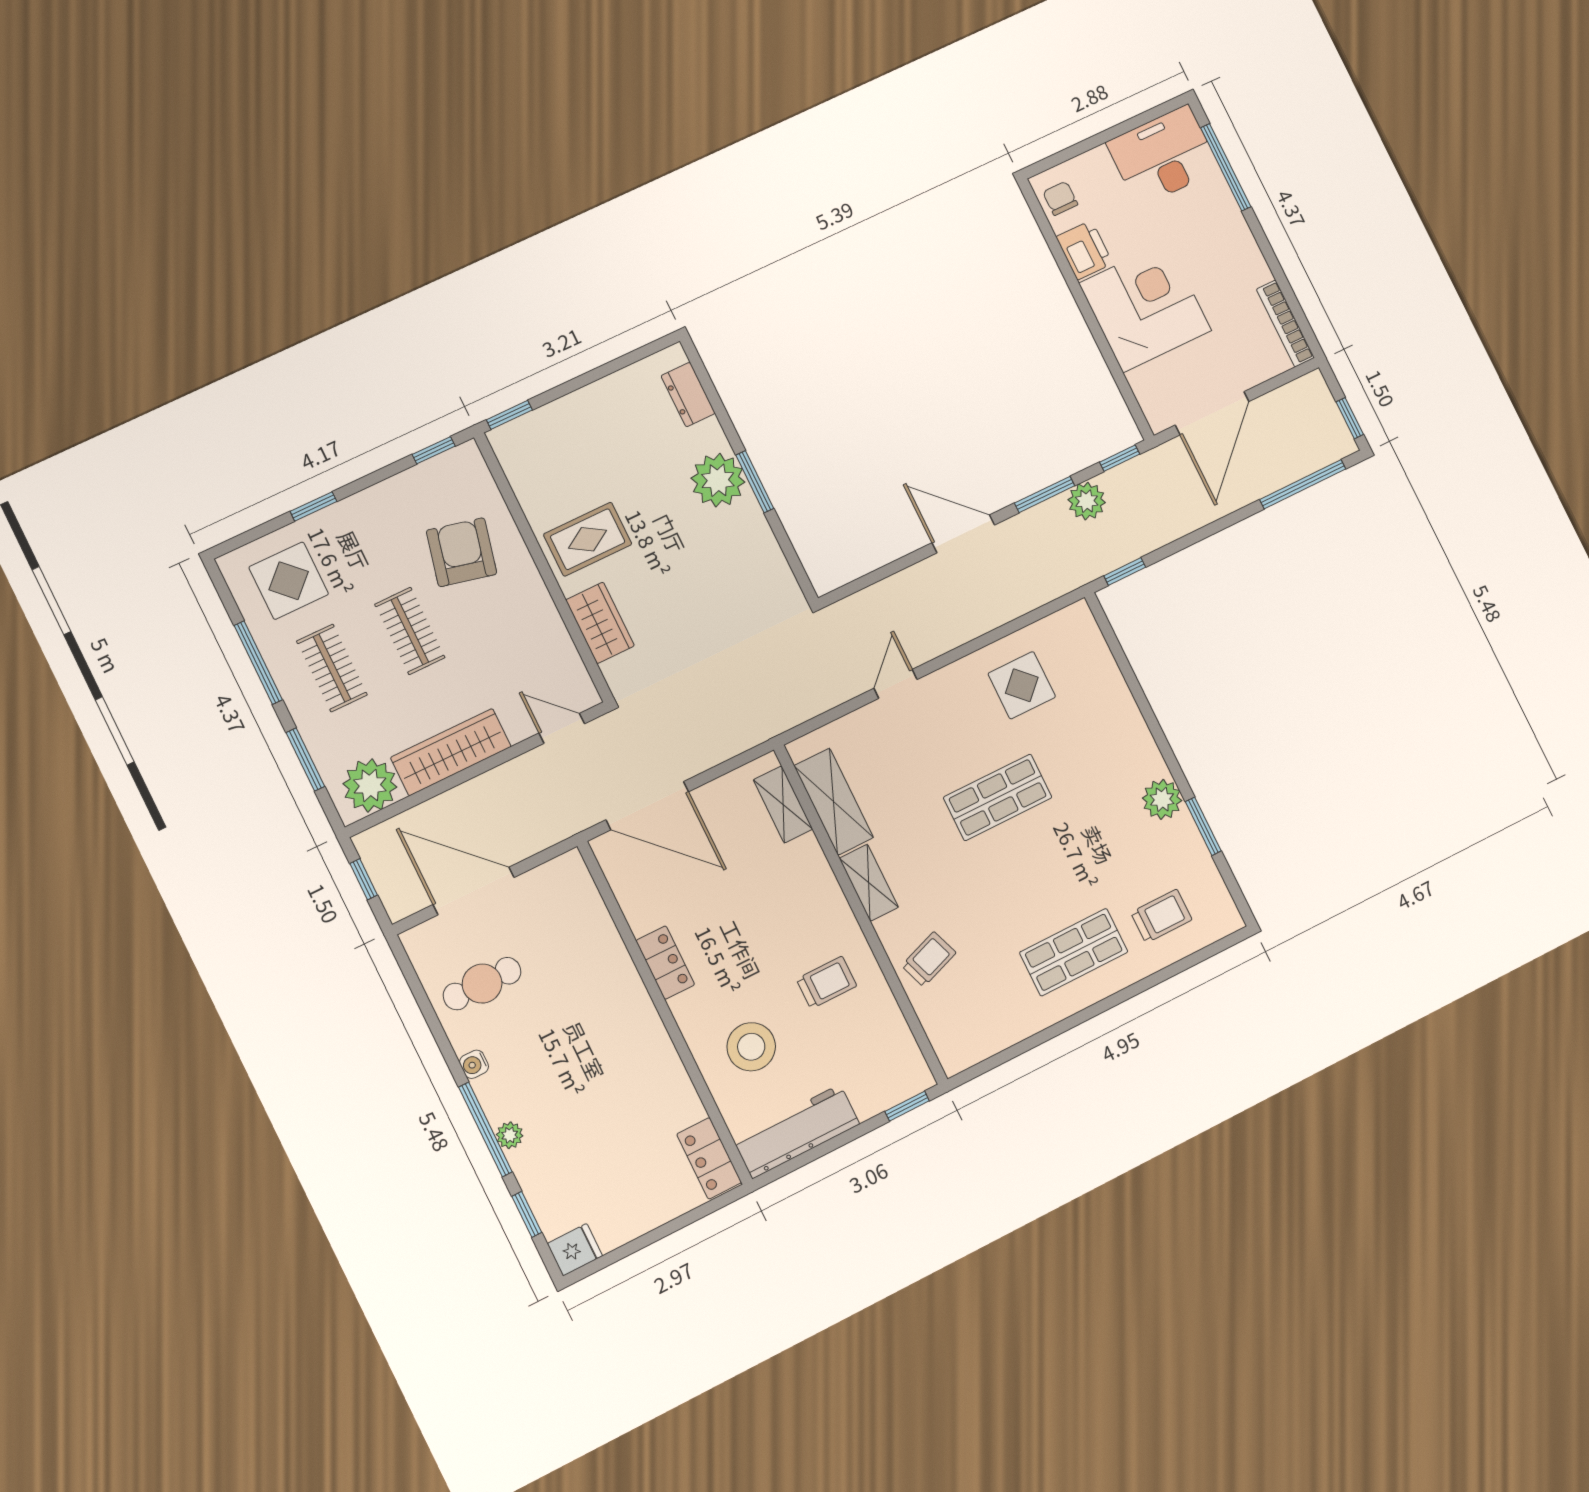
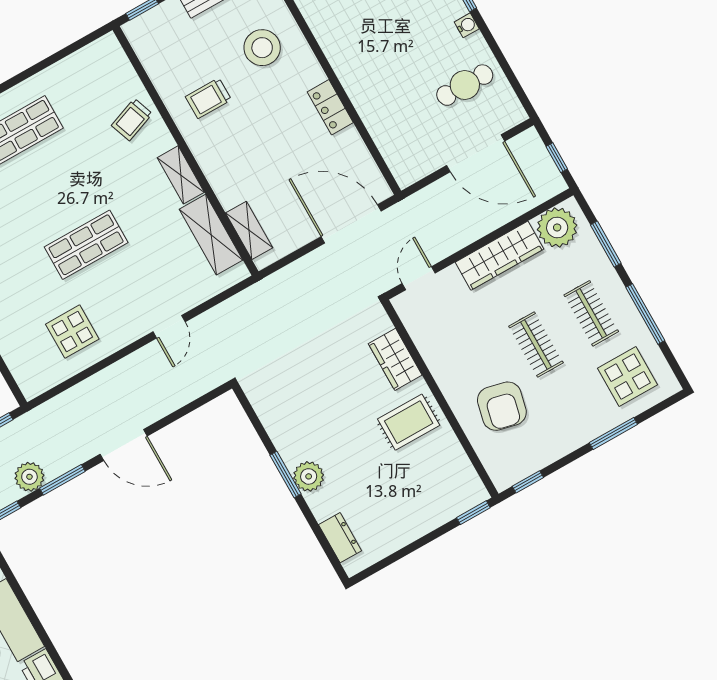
plant: (718, 480) -> (309, 476), width x0.73, depth x0.73
window: (313, 506) -> (613, 433), width x1.50
door: (562, 728) -> (419, 278), swing flipped

